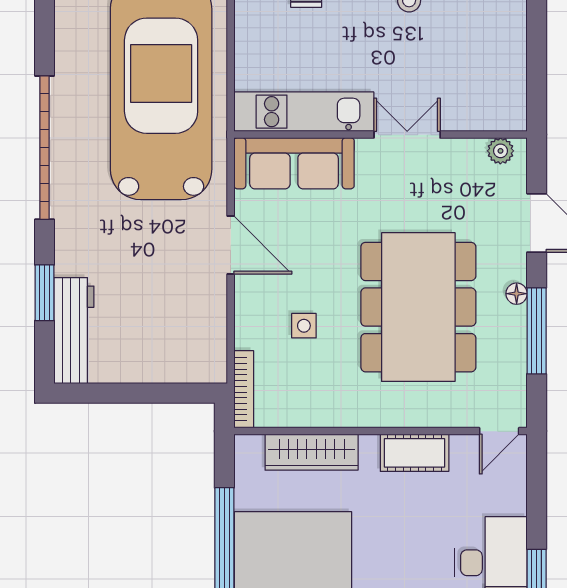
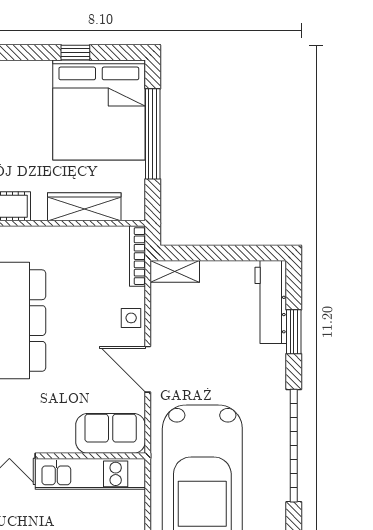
sofa: (294, 163) -> (111, 433), width x0.73
side table: (304, 326) -> (131, 318), moved
shelving: (196, 370) -> (175, 271), added

